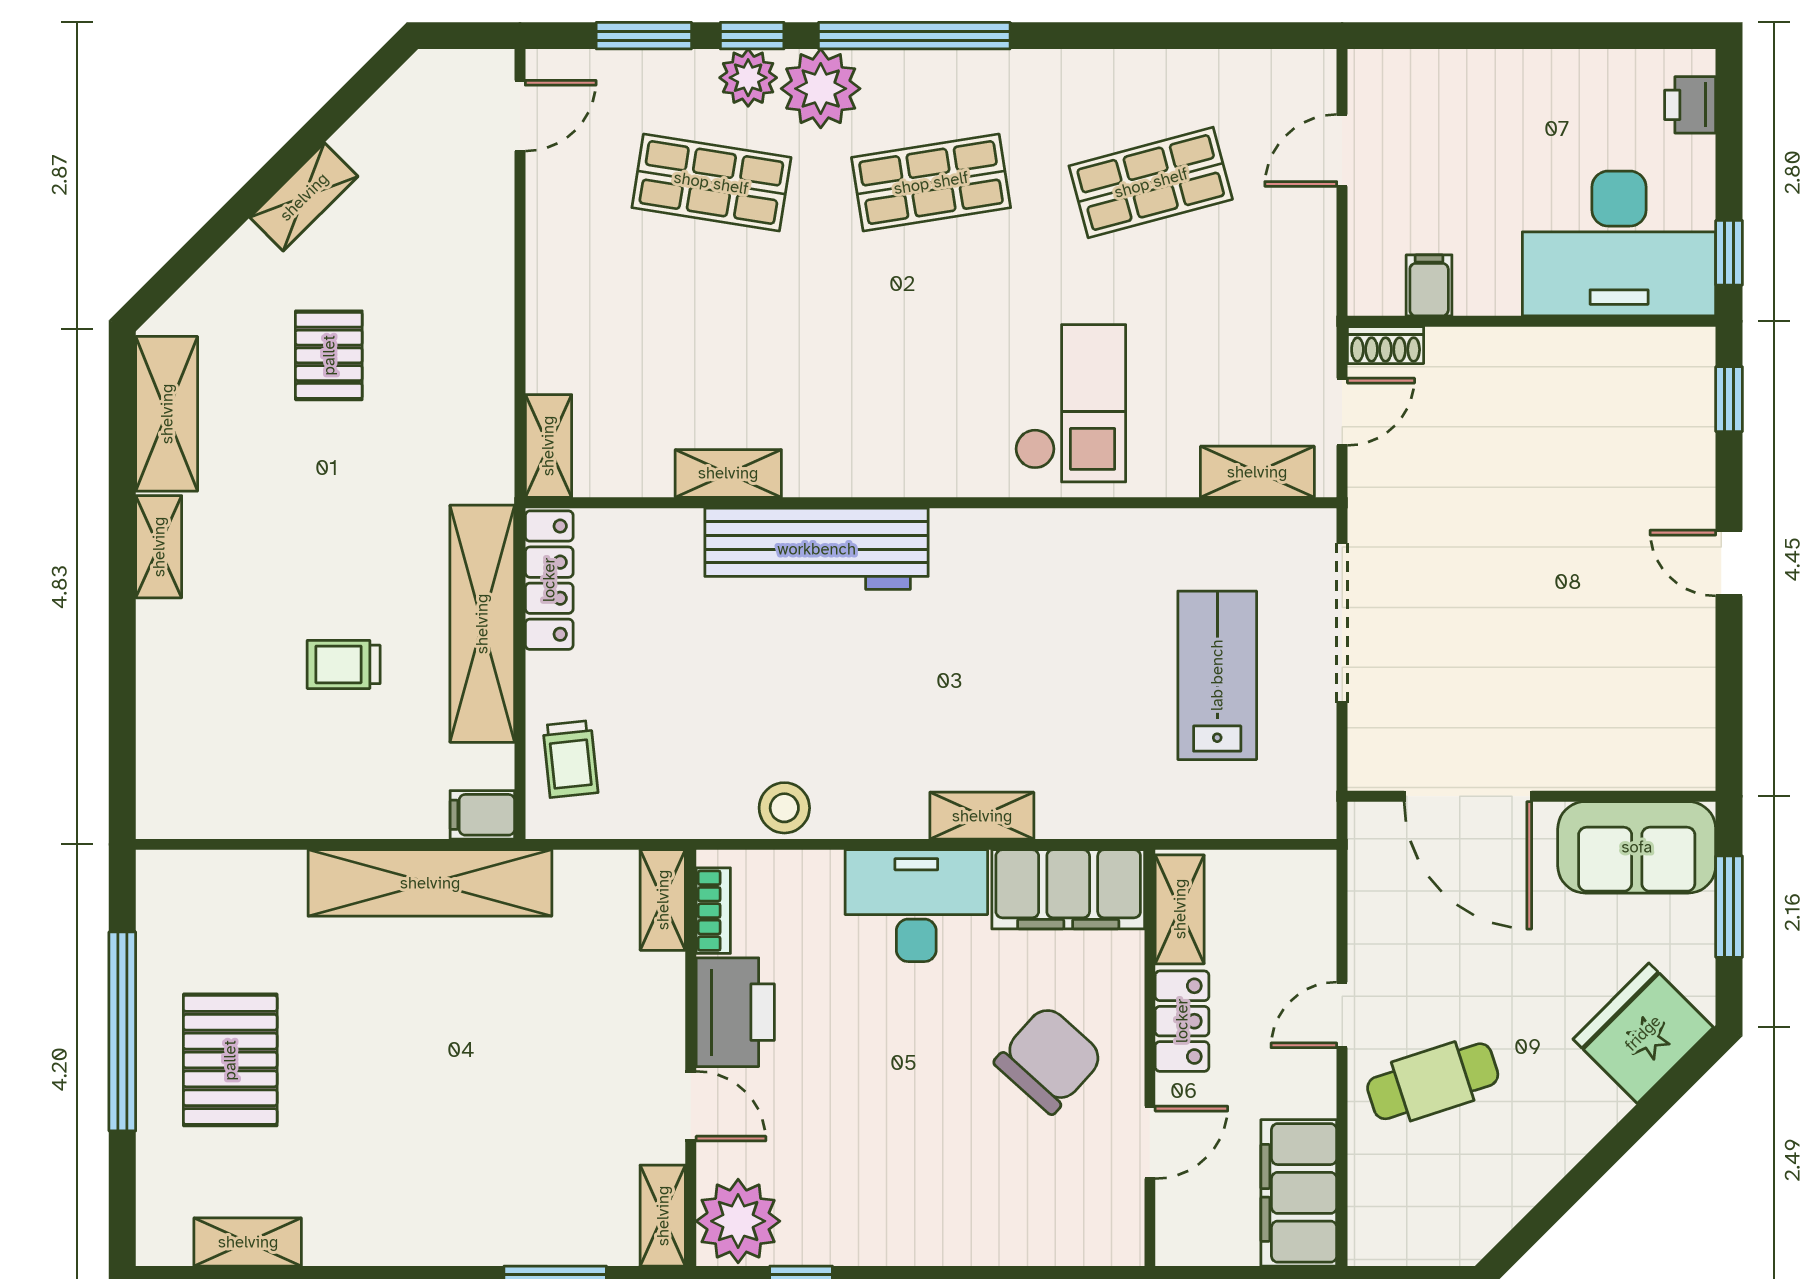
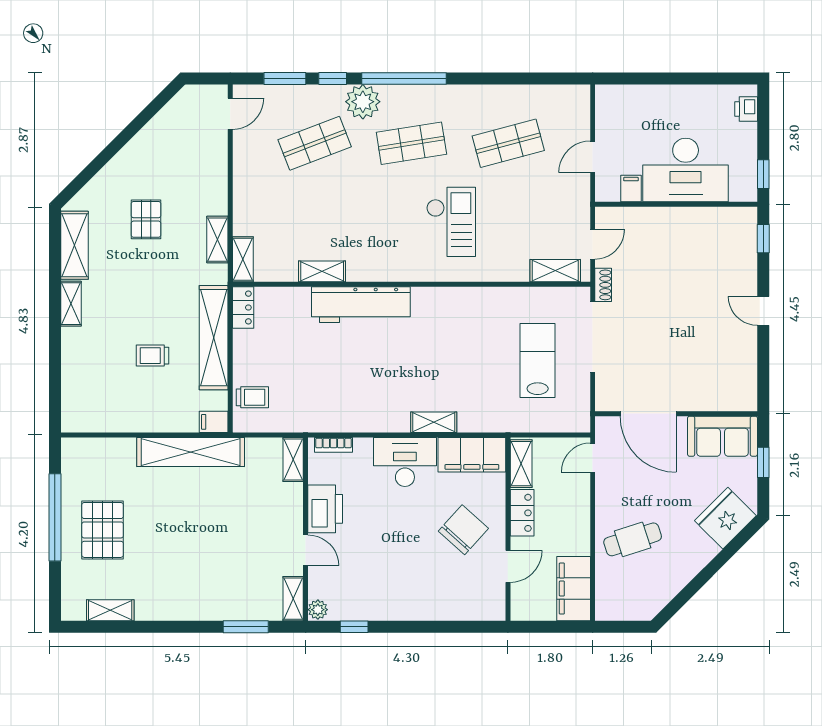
plant: (748, 78) -> (331, 97), removed
door: (1342, 150) -> (593, 157), moved
shop shelf: (711, 183) -> (315, 143), turned -30
shelving: (304, 197) -> (217, 240), moved, turned -45
desk: (1619, 243) -> (686, 170), moved
shoe rack: (1386, 345) -> (603, 285), moved, turned -90
checkout: (1070, 403) -> (451, 222), moved
locker: (549, 580) -> (243, 307), width x0.66
trolley: (570, 759) -> (252, 397), turned -84
stool: (784, 808) -> (347, 419), removed
window: (1729, 907) -> (763, 462), width x0.67
bookcase: (713, 911) -> (333, 445), moved, turned 90
door: (1342, 1015) -> (593, 458), moved
plant: (738, 1221) -> (318, 610), width x0.53, depth x0.53

